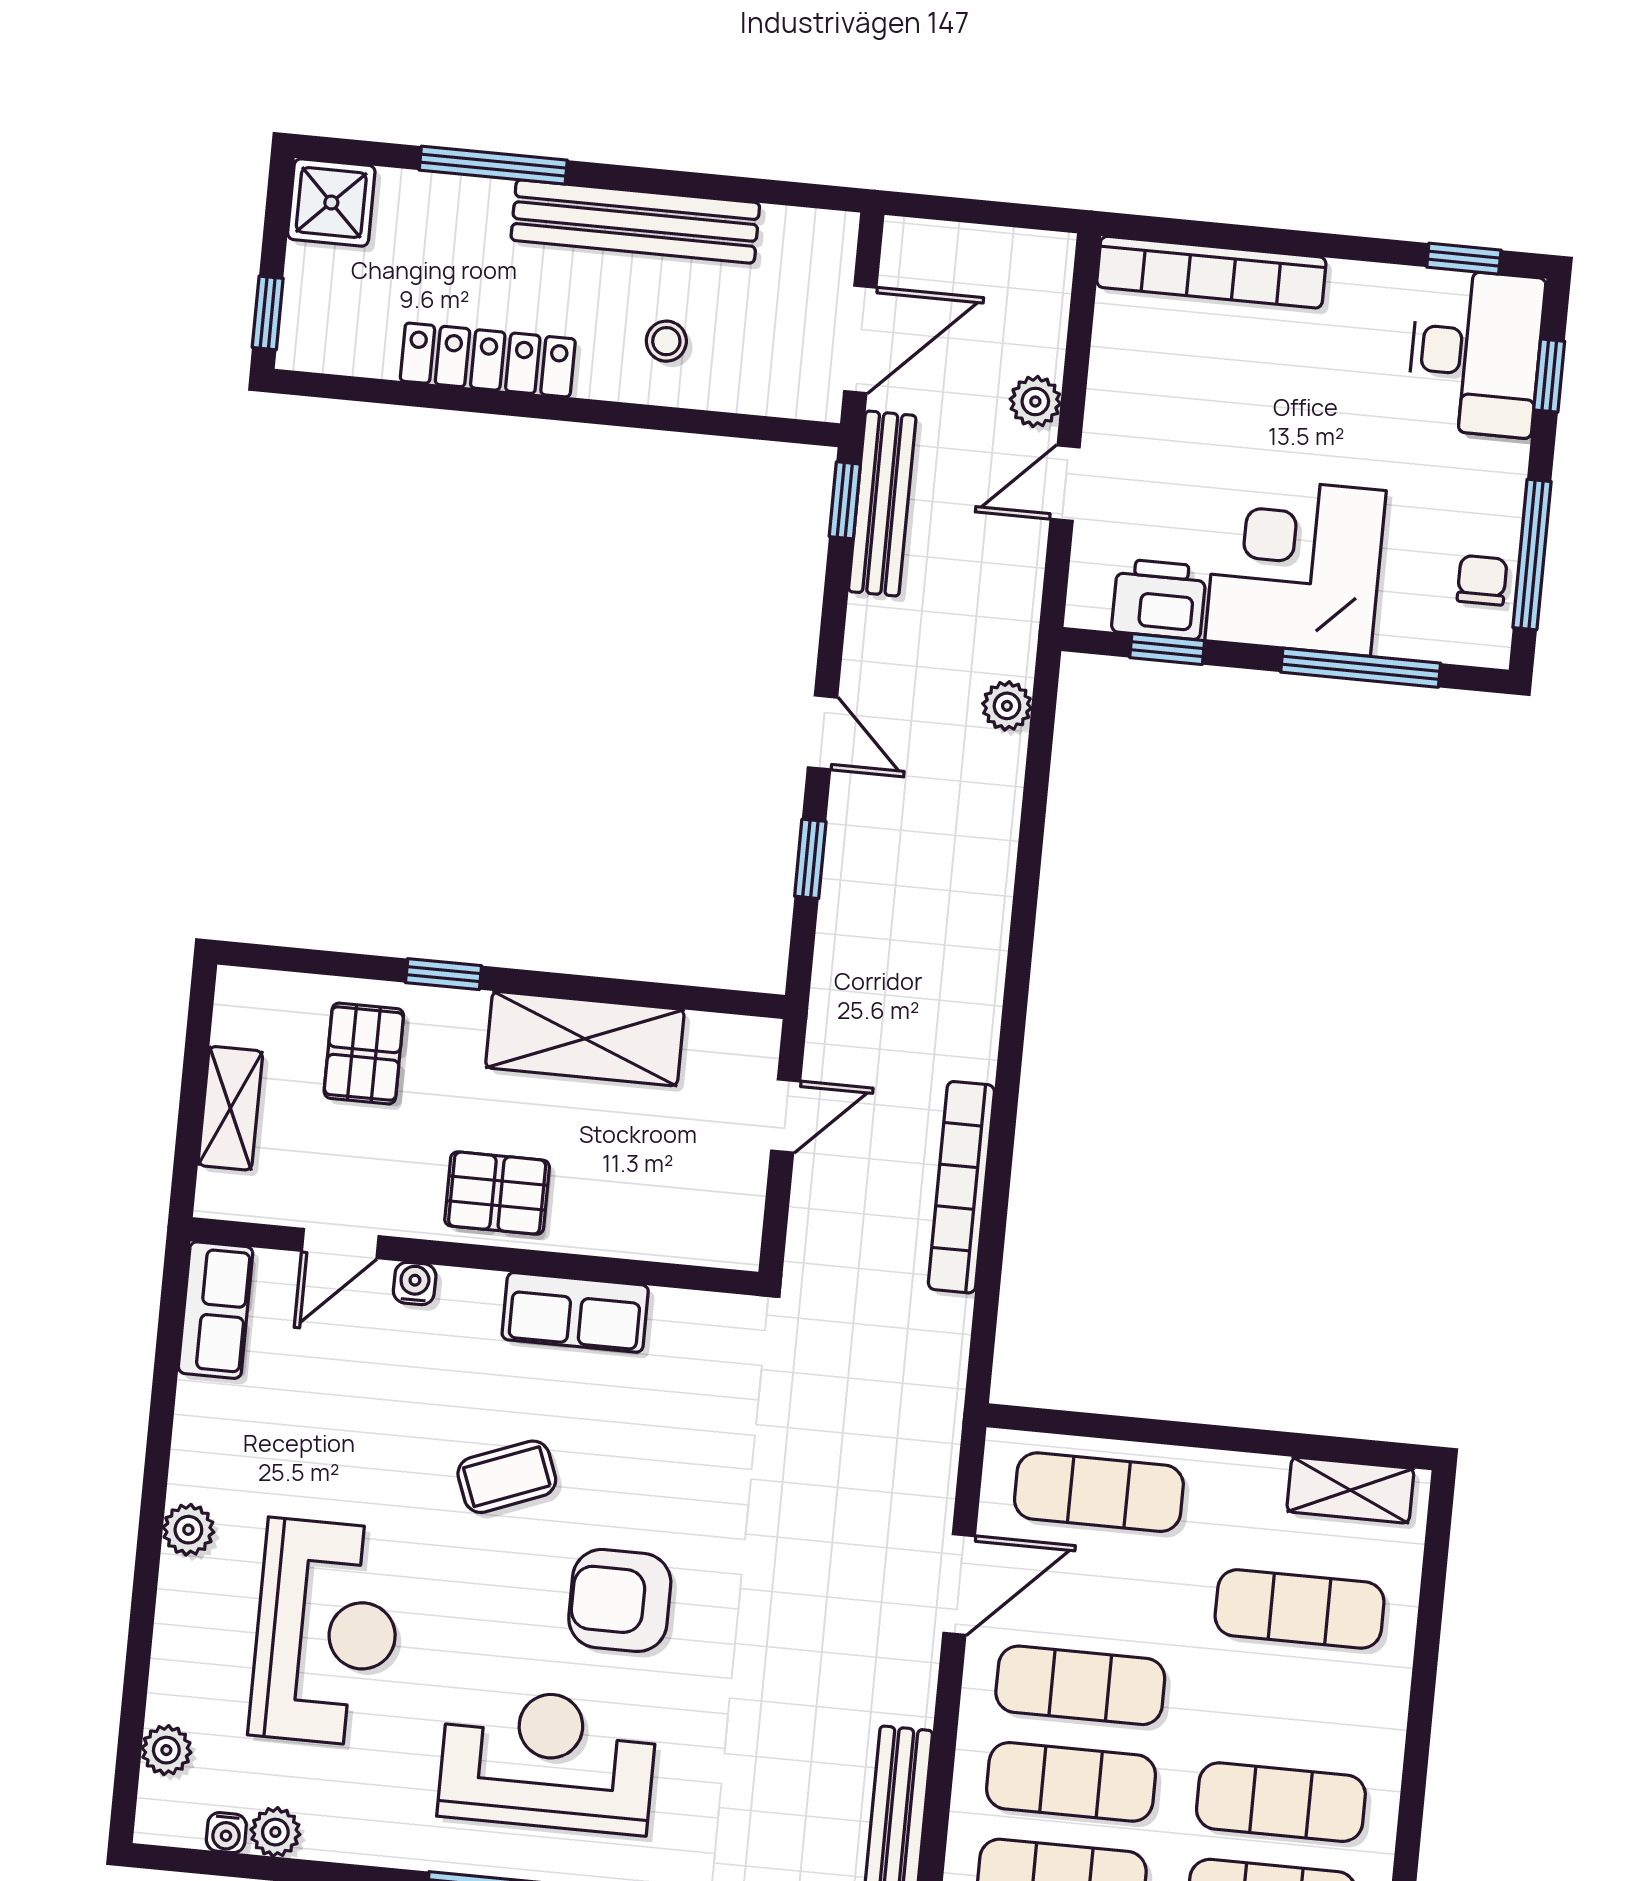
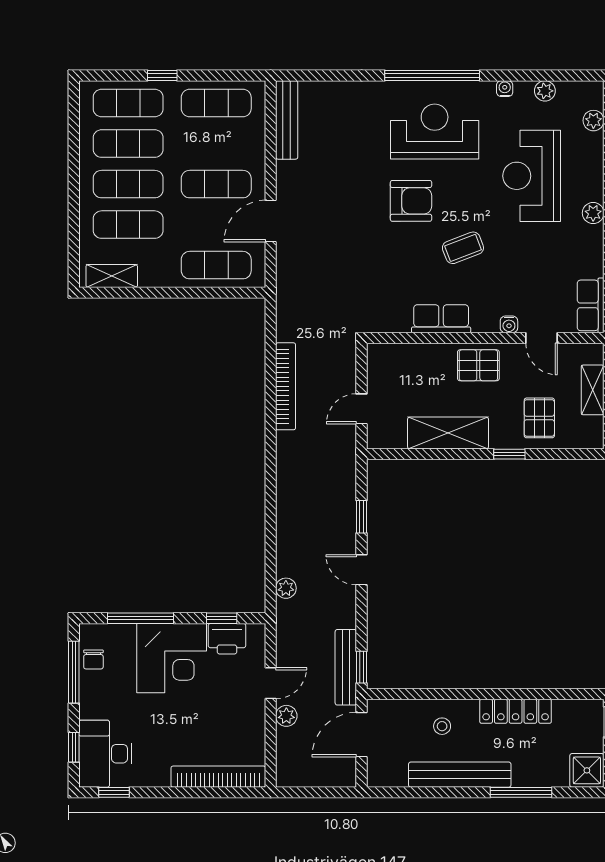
door: (340, 1244) -> (541, 338), swing flipped
reception desk: (548, 1760) -> (435, 132), turned 180
exercise mat: (1071, 1782) -> (128, 184), moved
water cooler: (226, 1833) -> (505, 89), moved

